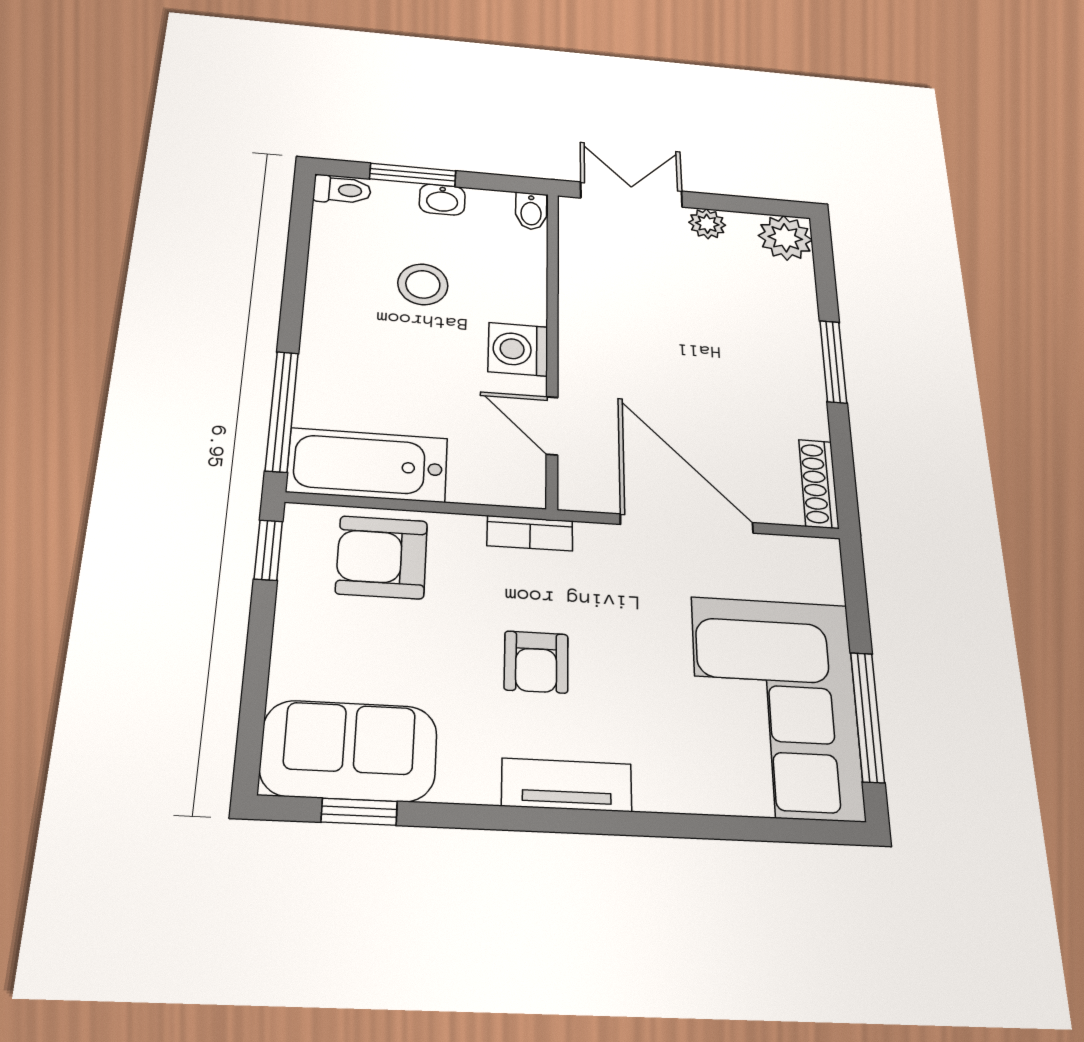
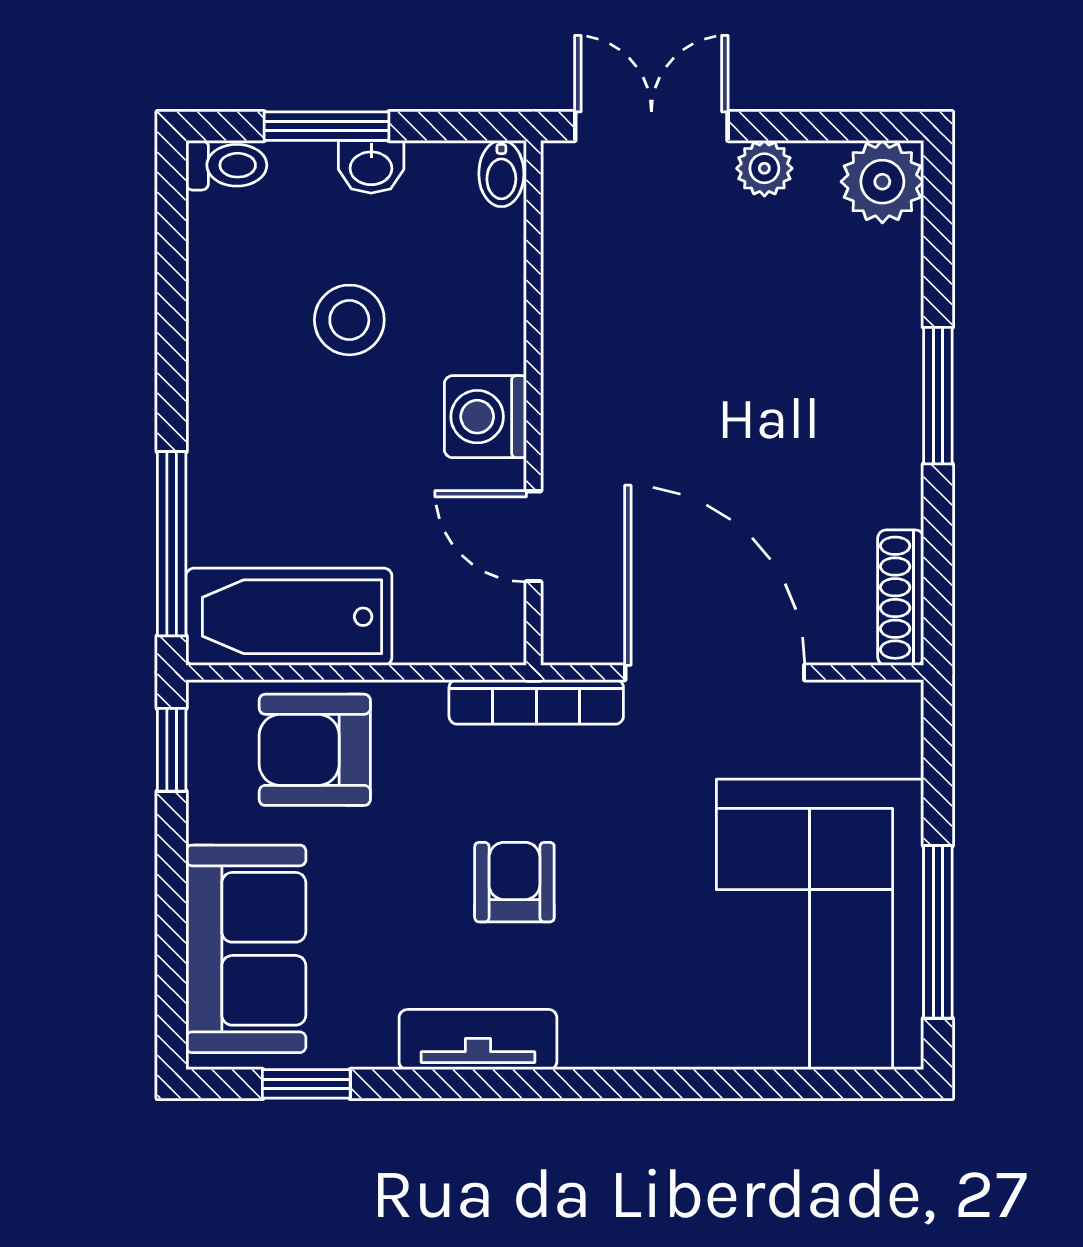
bookcase: (530, 533) -> (536, 702), width x1.56
armchair: (536, 662) -> (514, 882), turned 180
sofa: (349, 751) -> (246, 949), moved, turned 90
tv unit: (567, 785) -> (478, 1040), moved

